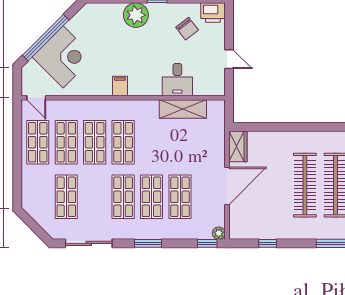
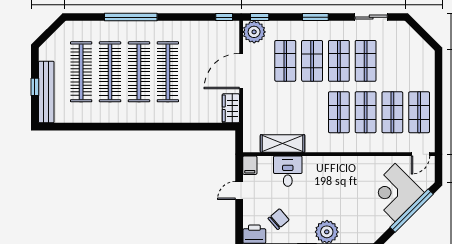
chair: (187, 29) -> (279, 219), turned 87
door: (229, 59) -> (239, 190), hinge flipped
filing cabinet: (120, 86) -> (250, 165), moved
door: (36, 98) -> (420, 154), swing flipped
shop shelf: (66, 197) -> (366, 61), moved
plant: (219, 233) -> (254, 32), width x1.87, depth x1.87
sliding door: (89, 243) -> (371, 17), width x0.73
window: (268, 243) -> (224, 17), moved

